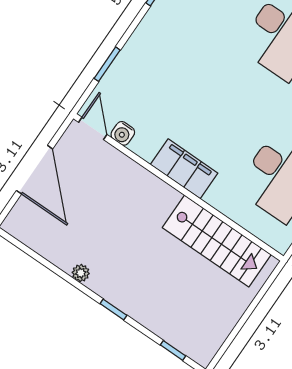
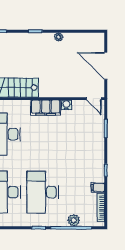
water cooler: (123, 133) -> (66, 105), moved

